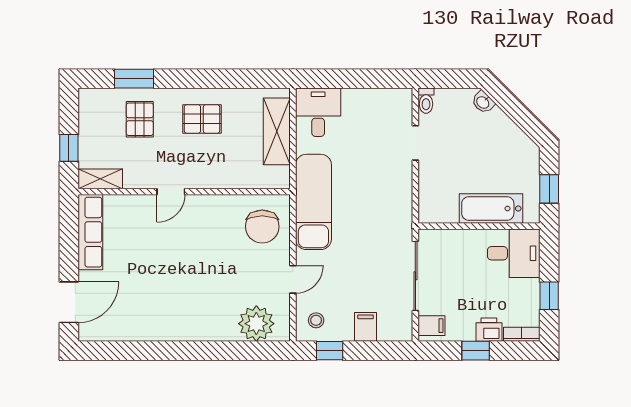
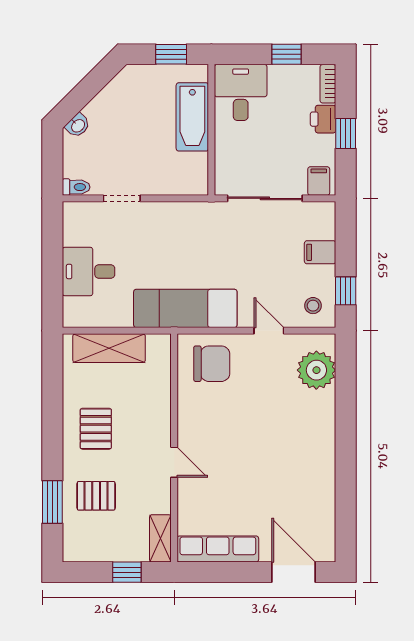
desk: (318, 112) -> (89, 272), moved

